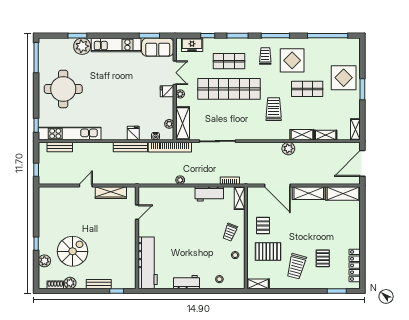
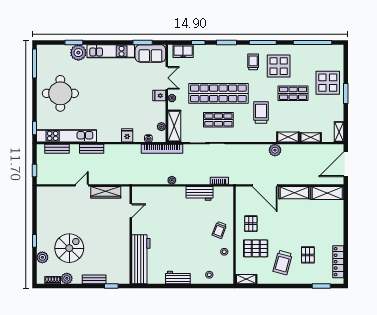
shop shelf: (229, 61) -> (218, 120), moved
bench: (130, 147) -> (92, 149), moved, width x0.73
shelving: (240, 198) -> (229, 197), removed

